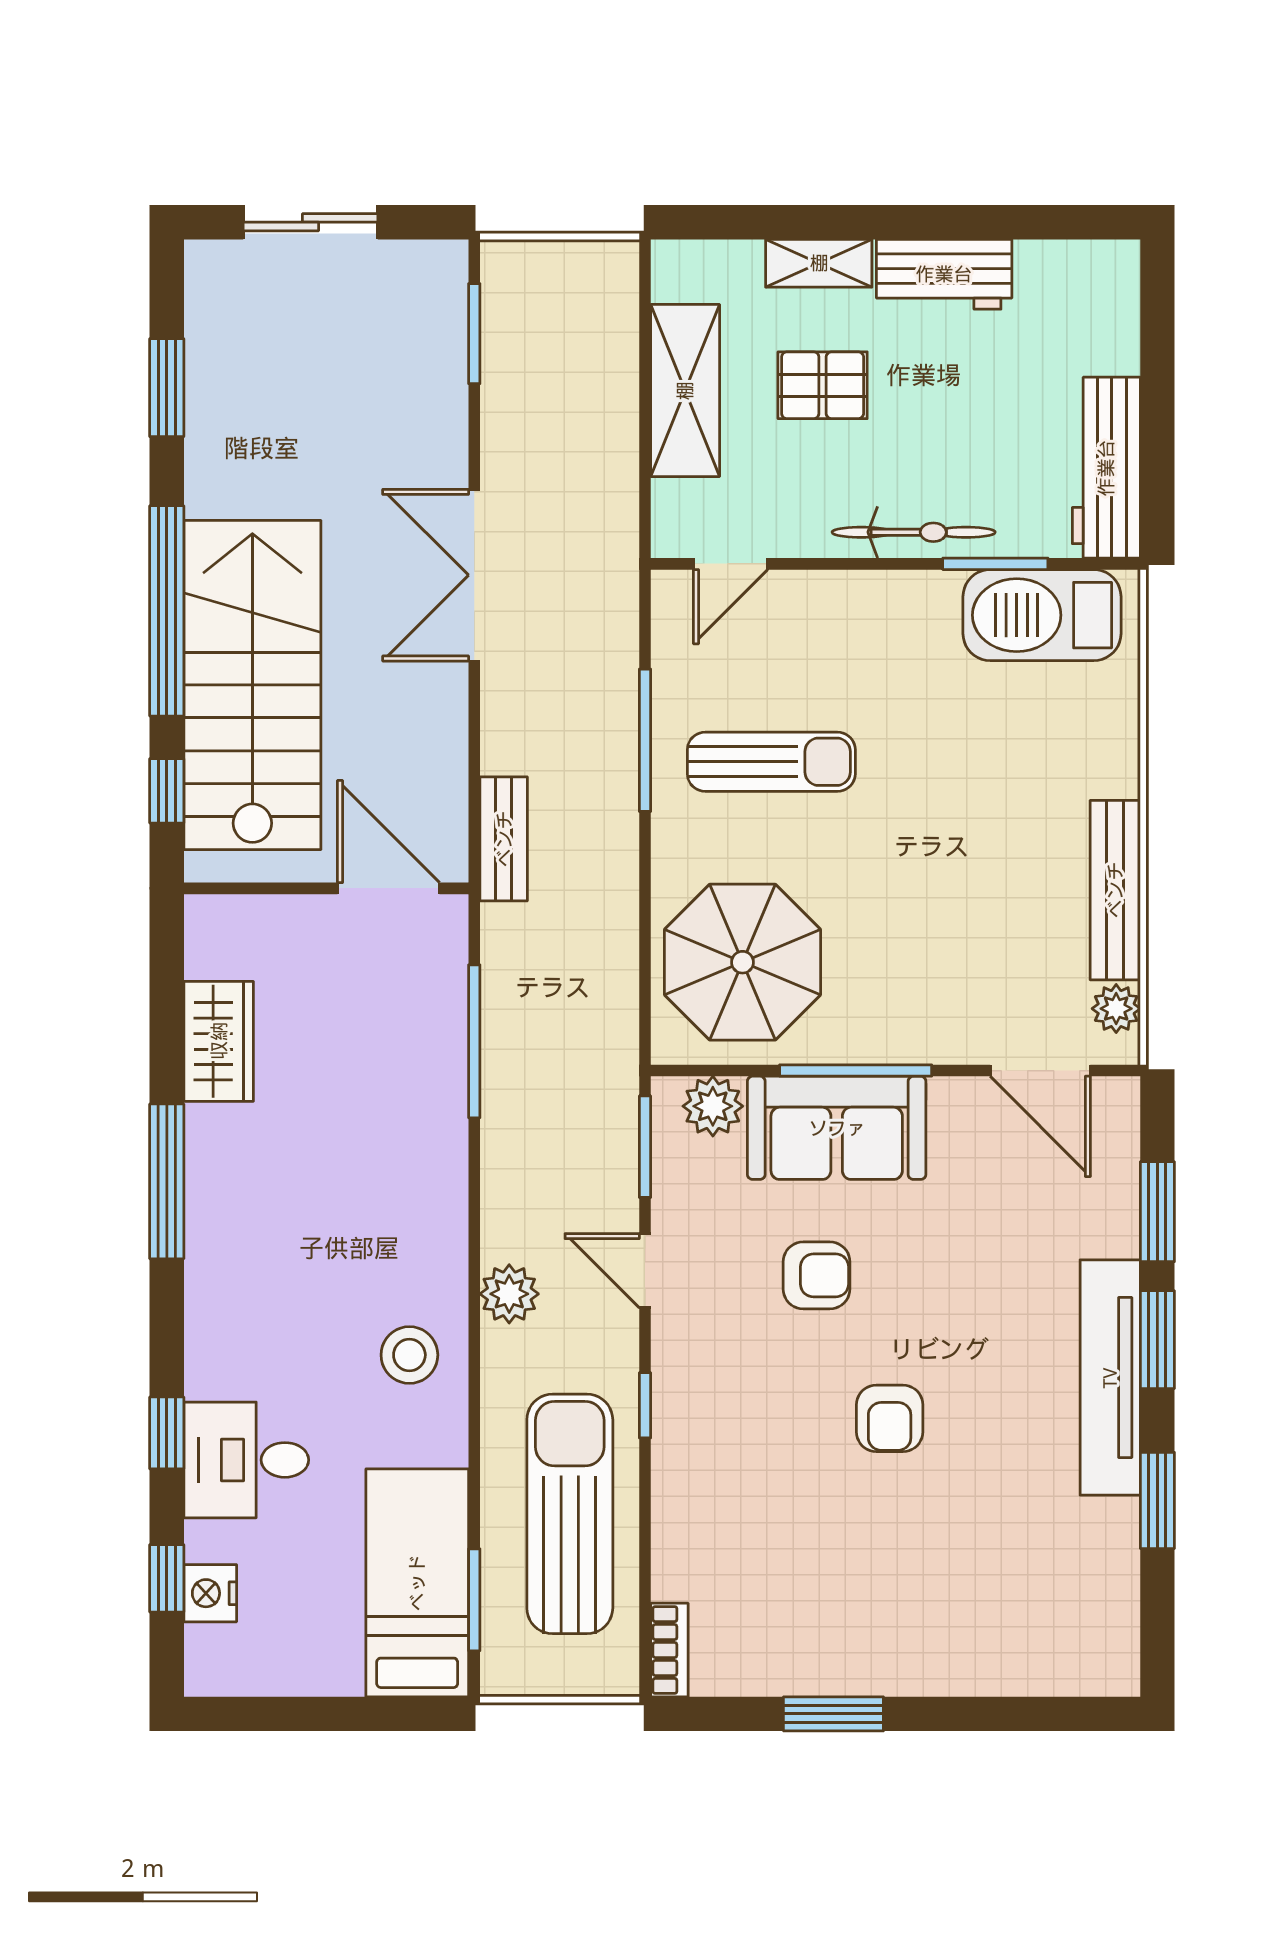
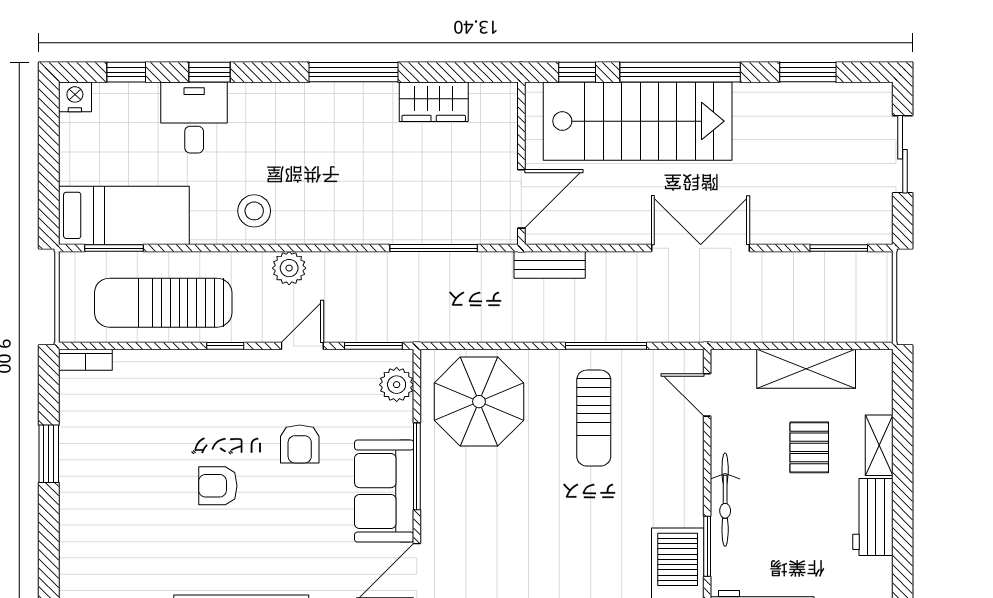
sofa: (837, 1128) -> (384, 491), moved
sun lounger: (570, 1514) -> (163, 303), turned 180
nightstand: (210, 1593) -> (75, 97), moved

